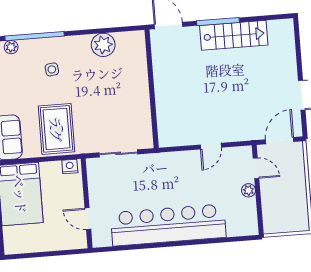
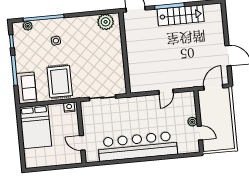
plant: (103, 45) -> (106, 22), moved
door: (256, 168) -> (200, 133), moved

